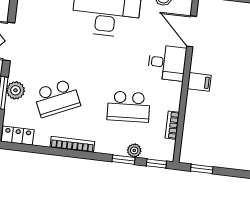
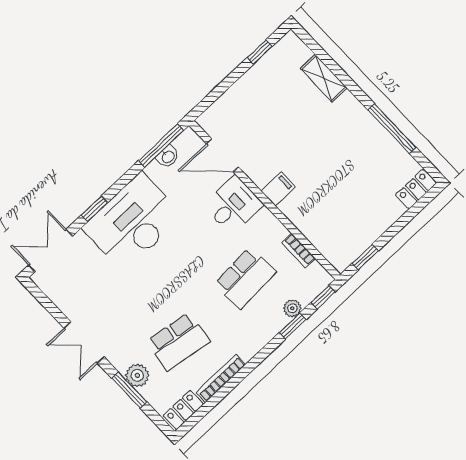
school desk: (57, 98) -> (178, 341), turned 33
bookcase: (72, 144) -> (221, 378), moved

